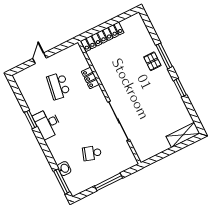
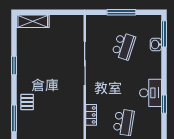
window: (164, 56) -> (14, 118), moved
school desk: (92, 153) -> (124, 46), width x1.85

